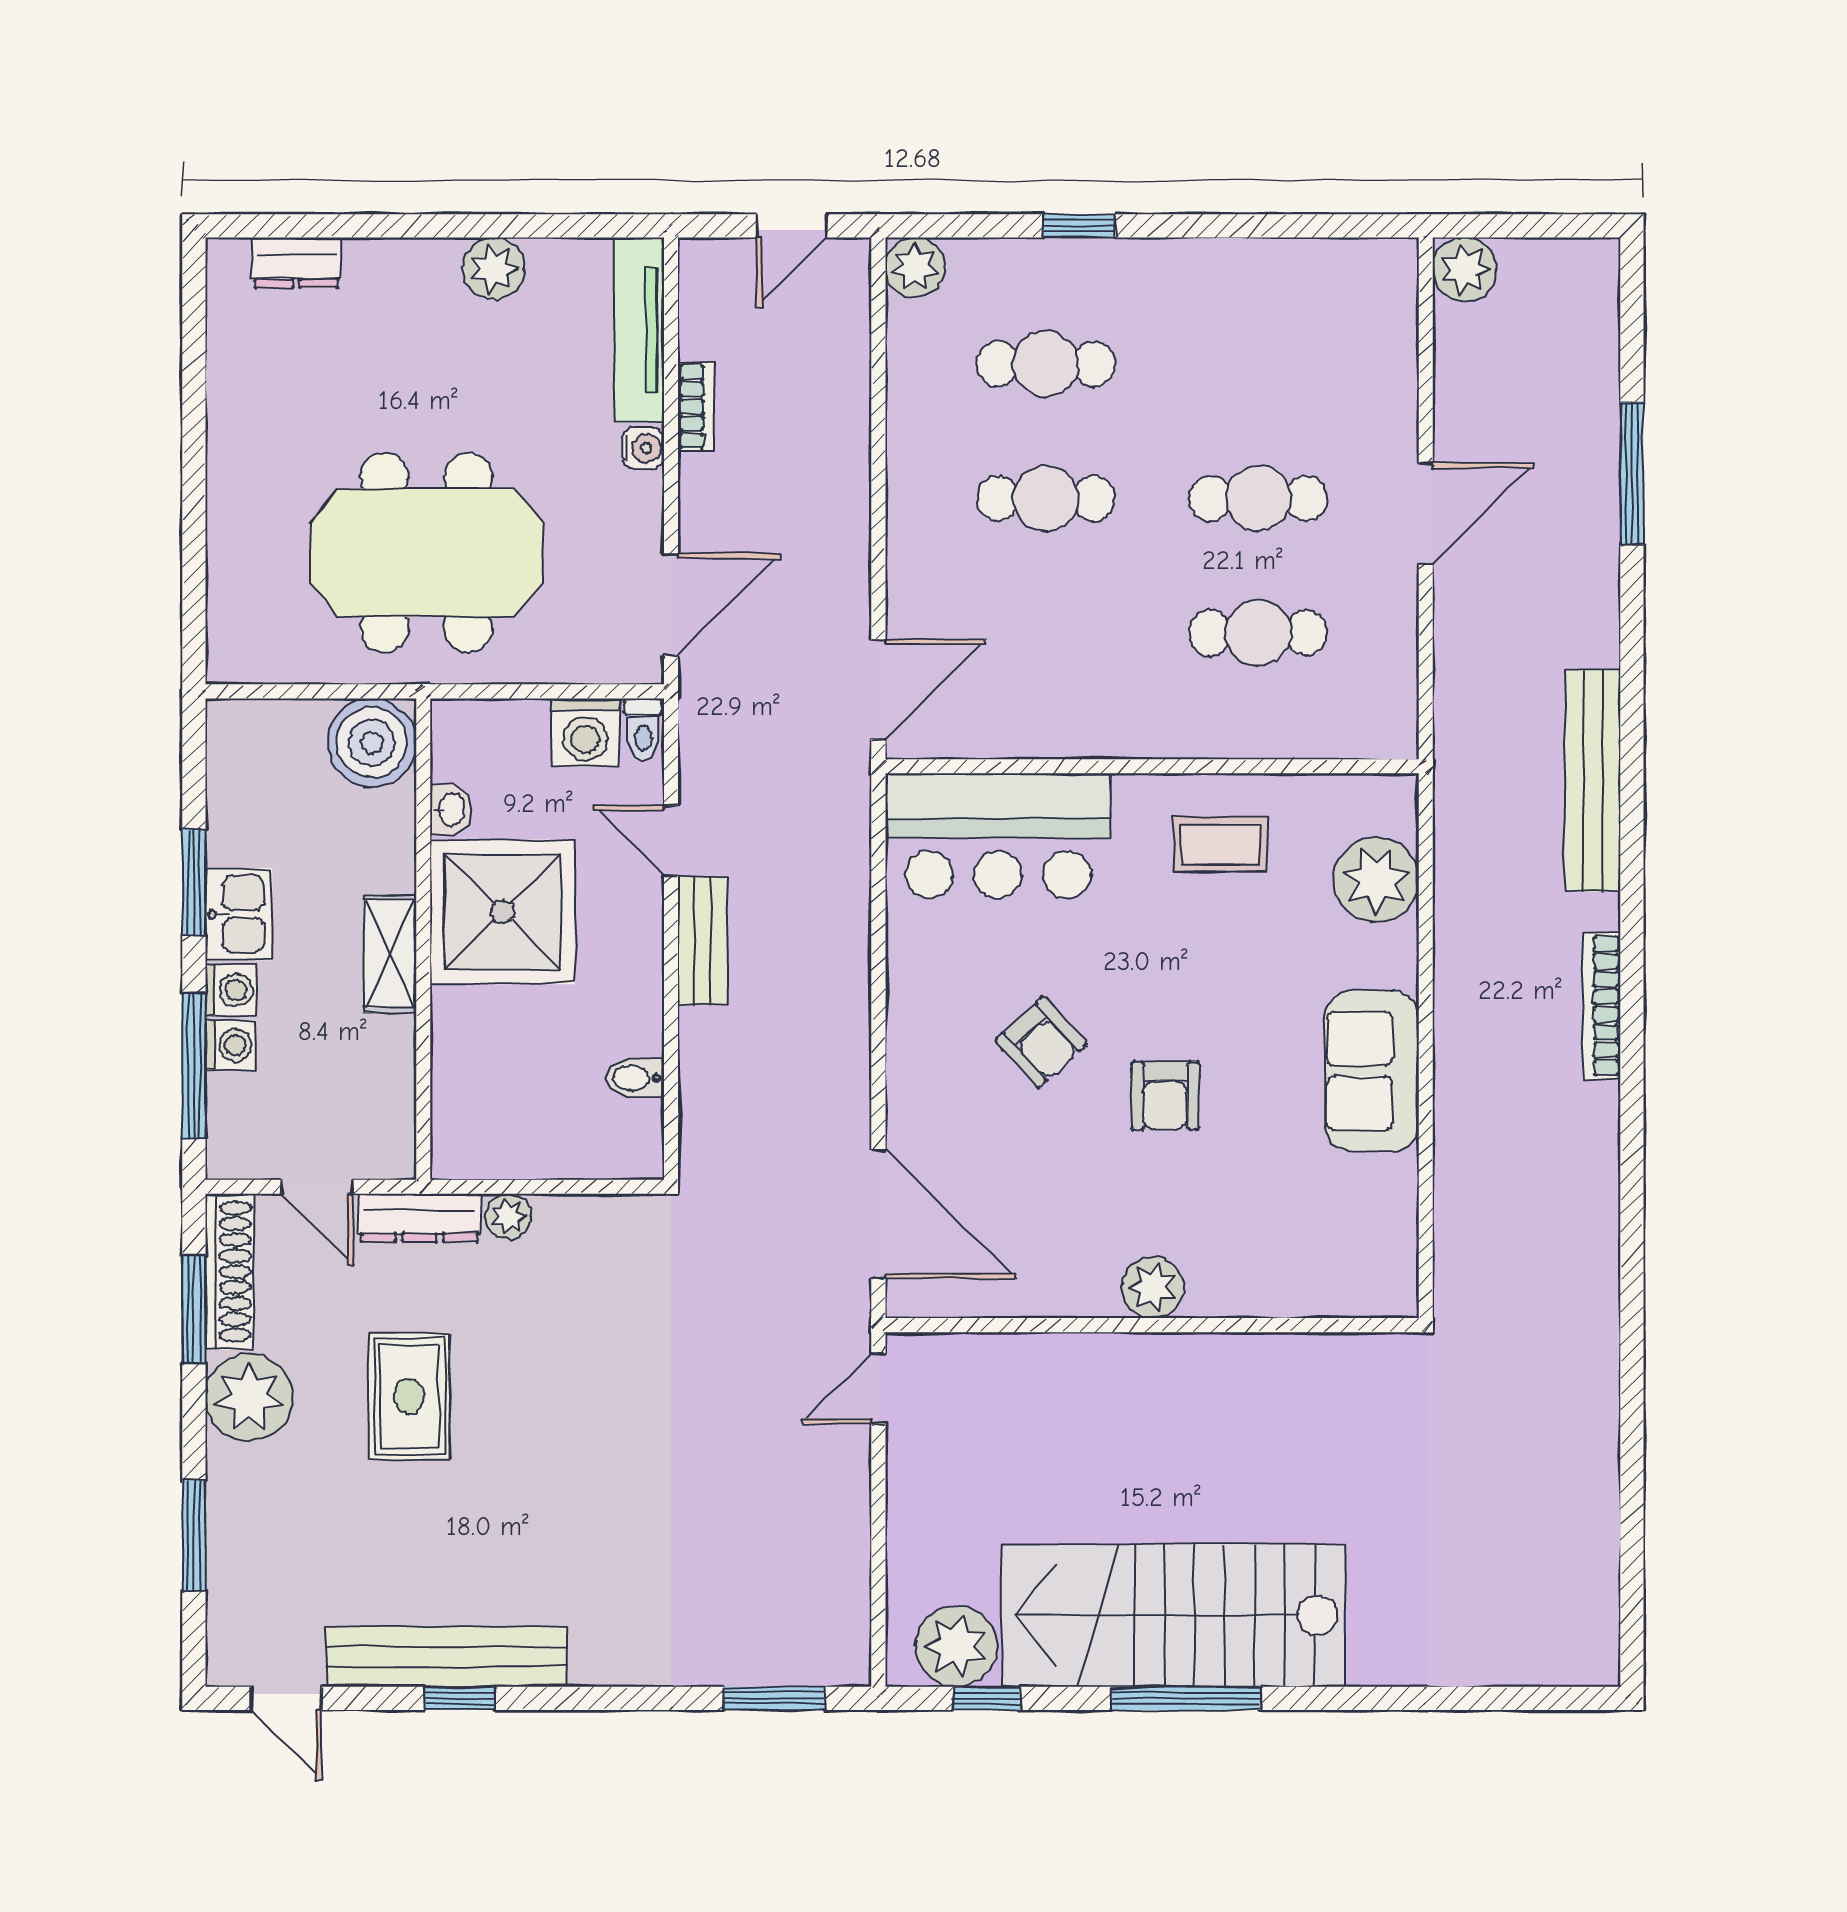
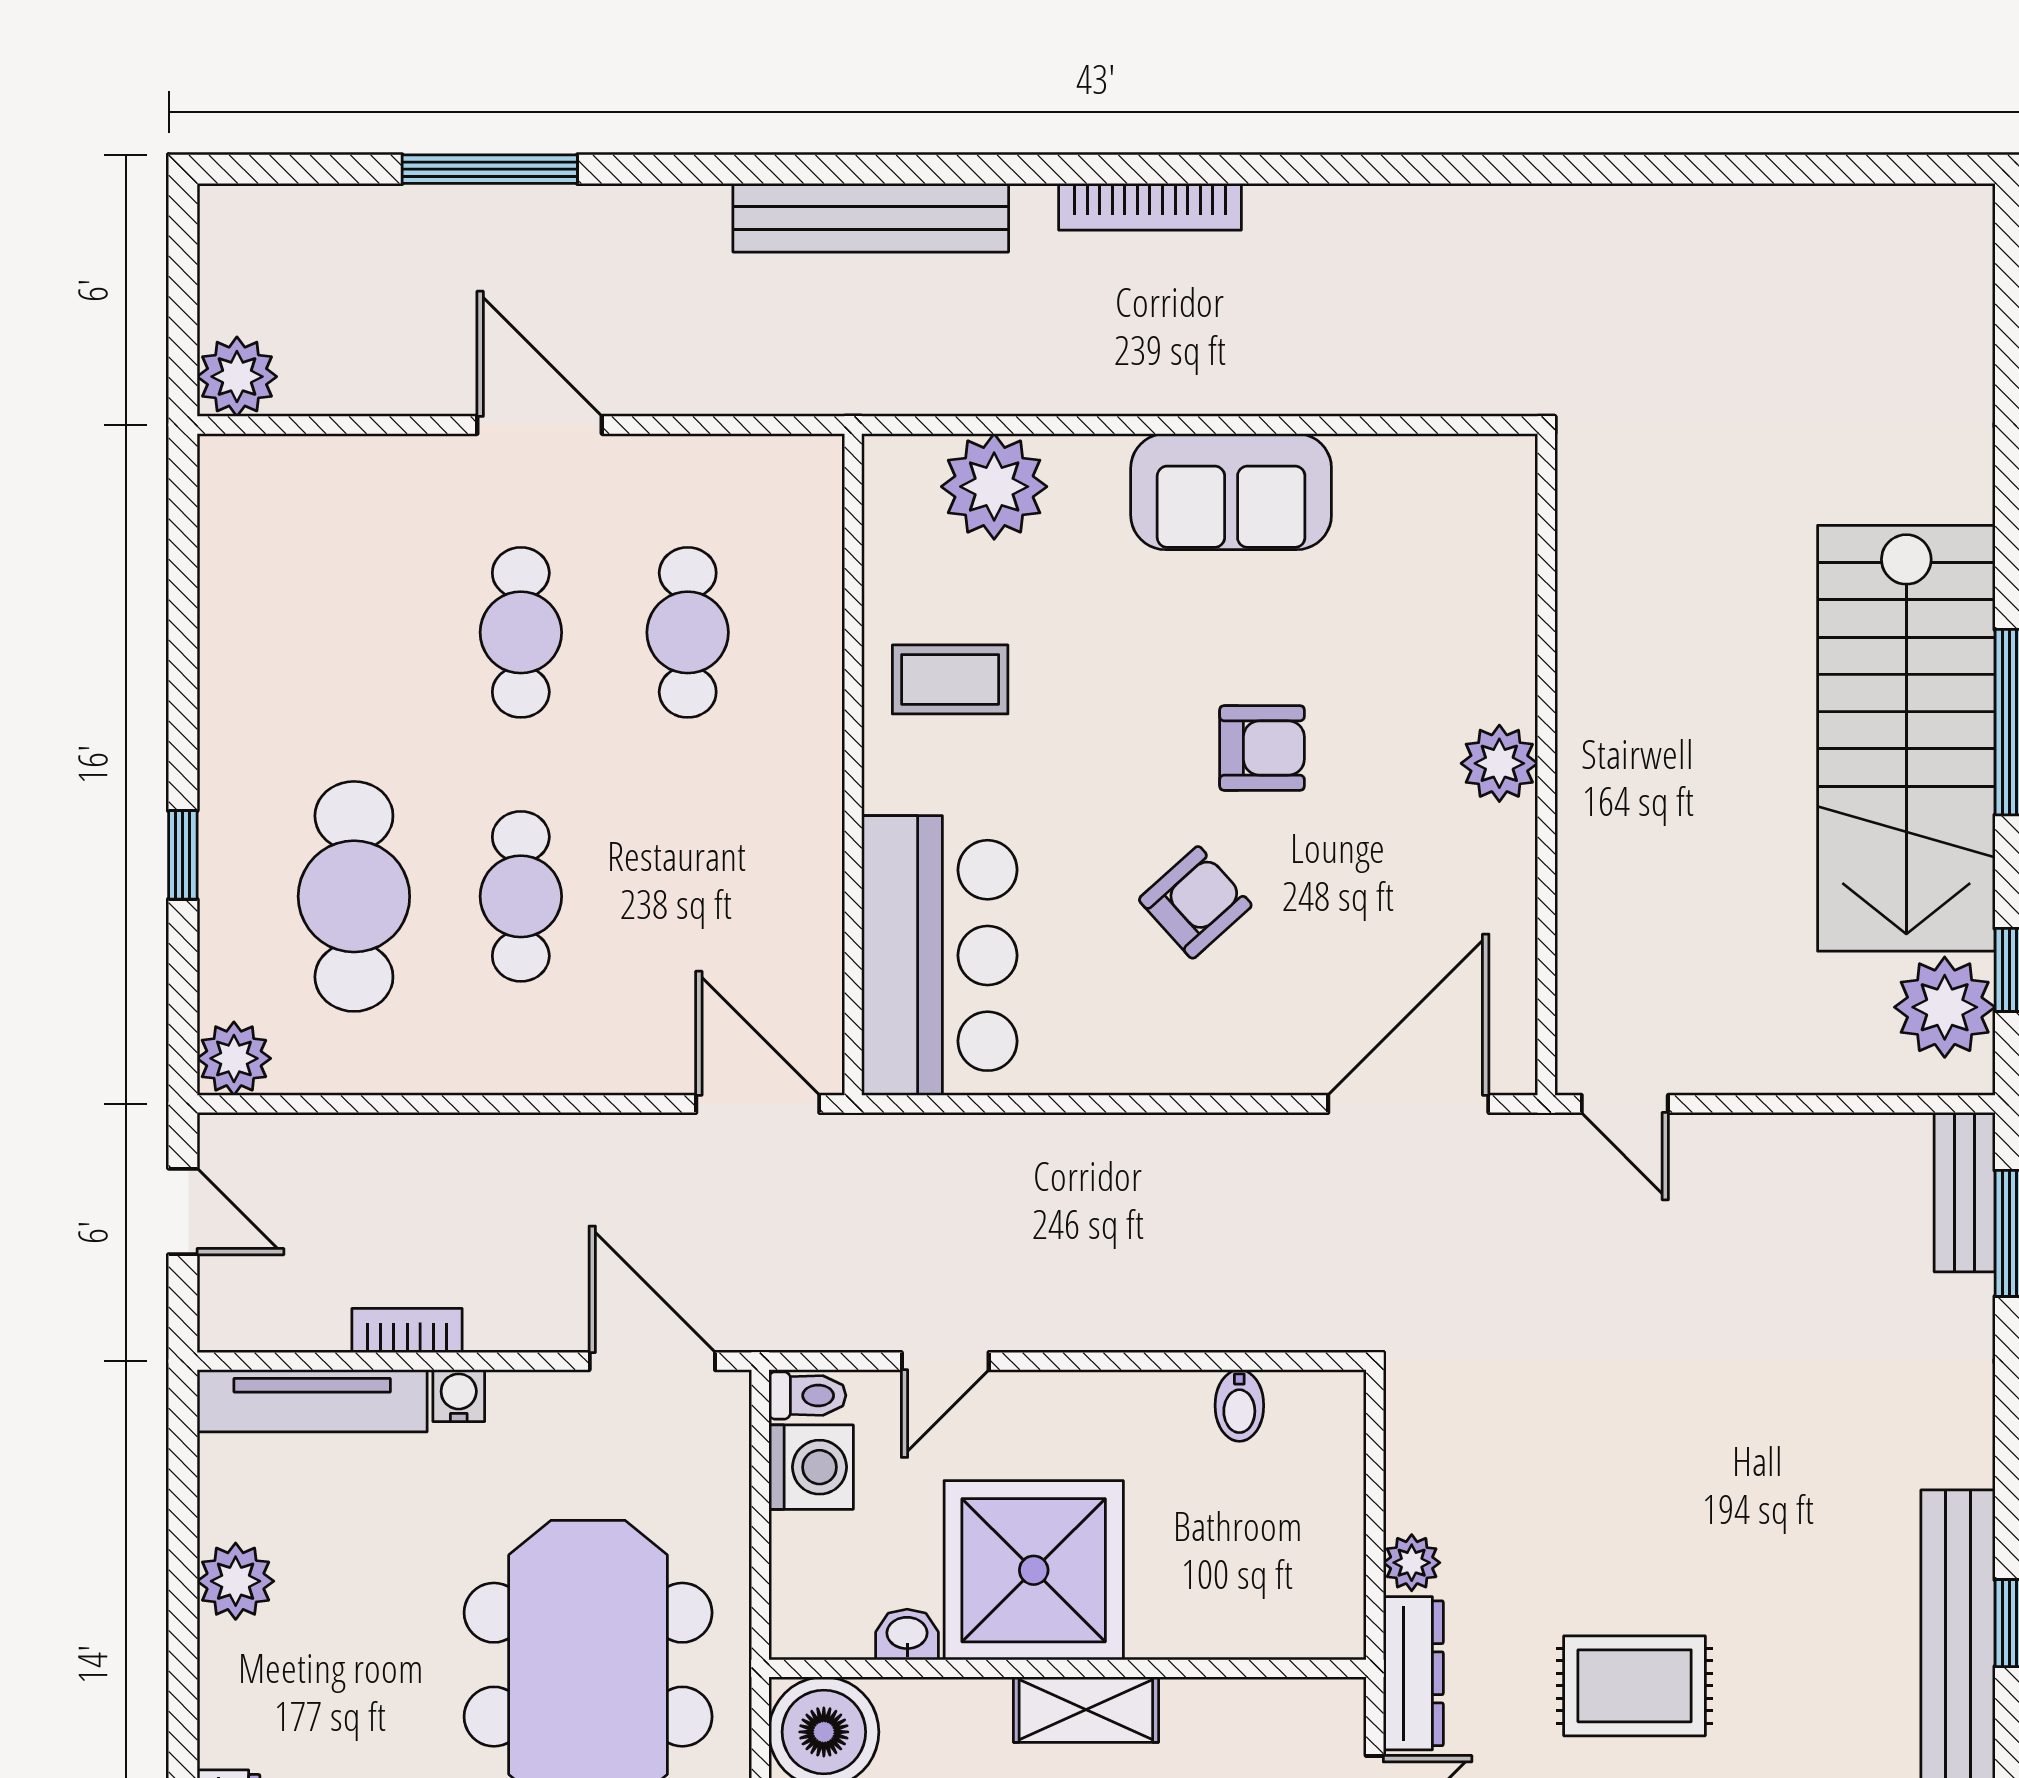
cafe table: (1046, 364) -> (354, 896), width x1.37, depth x1.35
coffee table: (1221, 844) -> (950, 679), turned 90
bench: (702, 940) -> (1965, 1192), moved, turned 90

